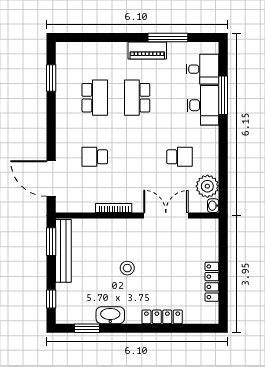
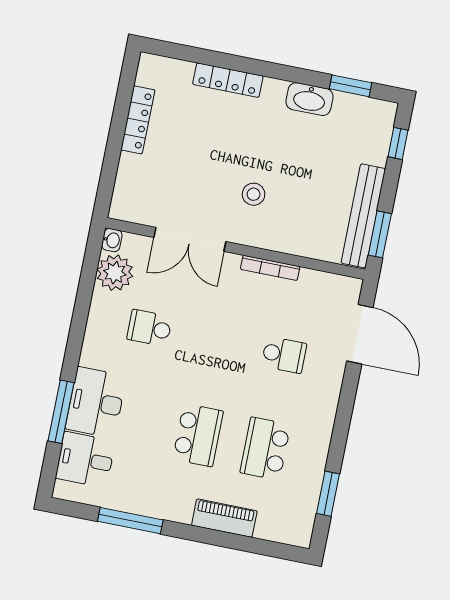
piano: (147, 51) -> (224, 518), moved
stool: (127, 268) -> (254, 194), moved

